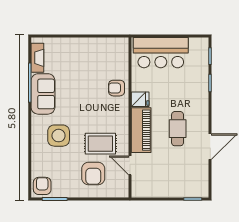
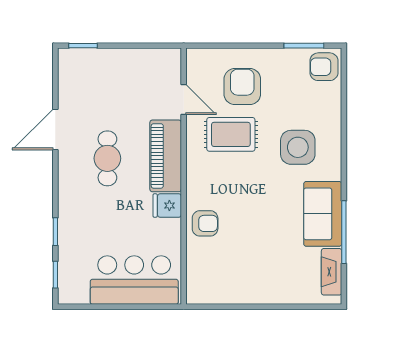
armchair: (42, 186) -> (324, 67), turned 90

